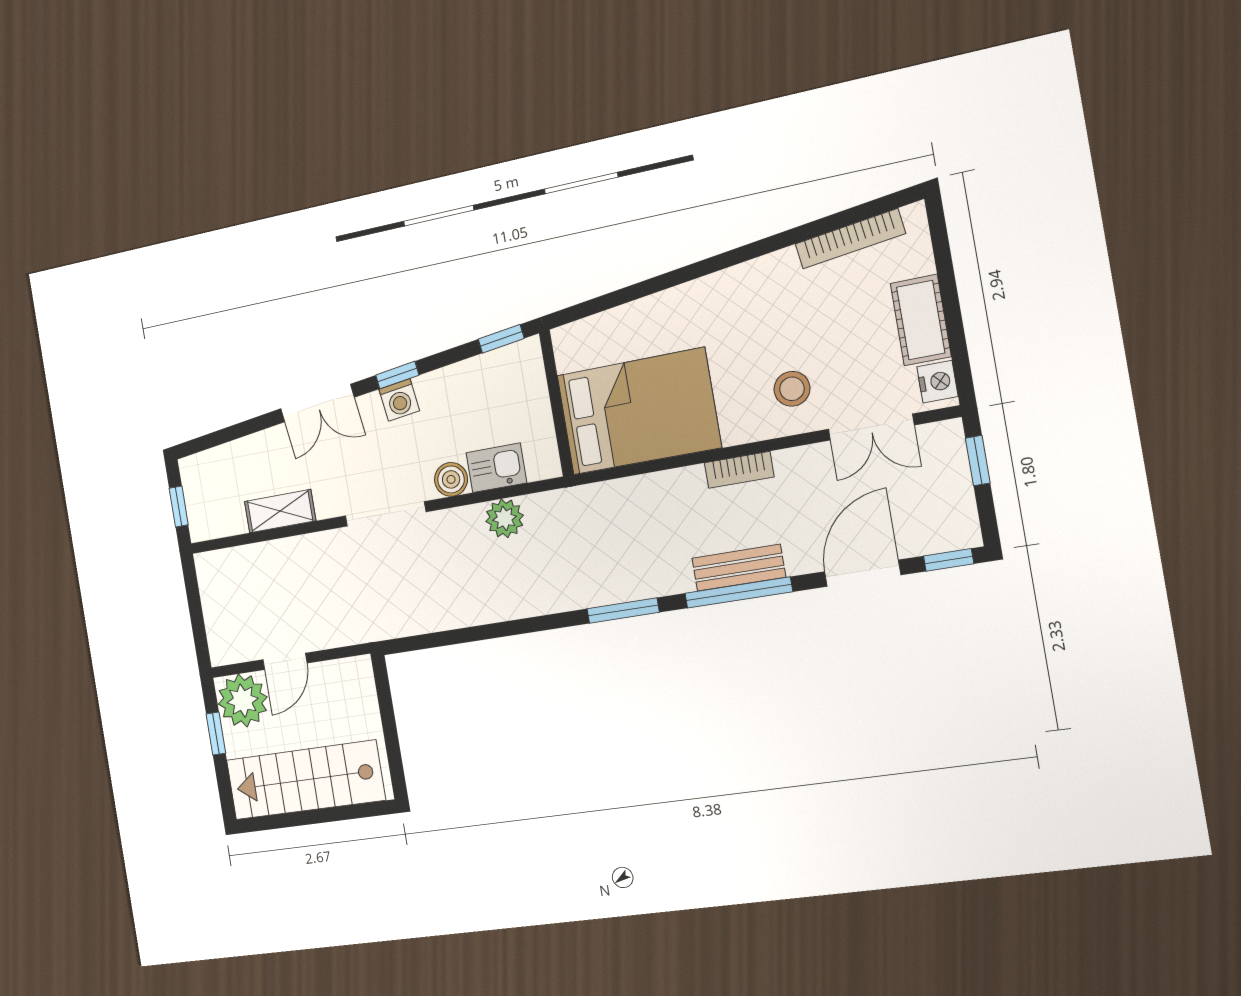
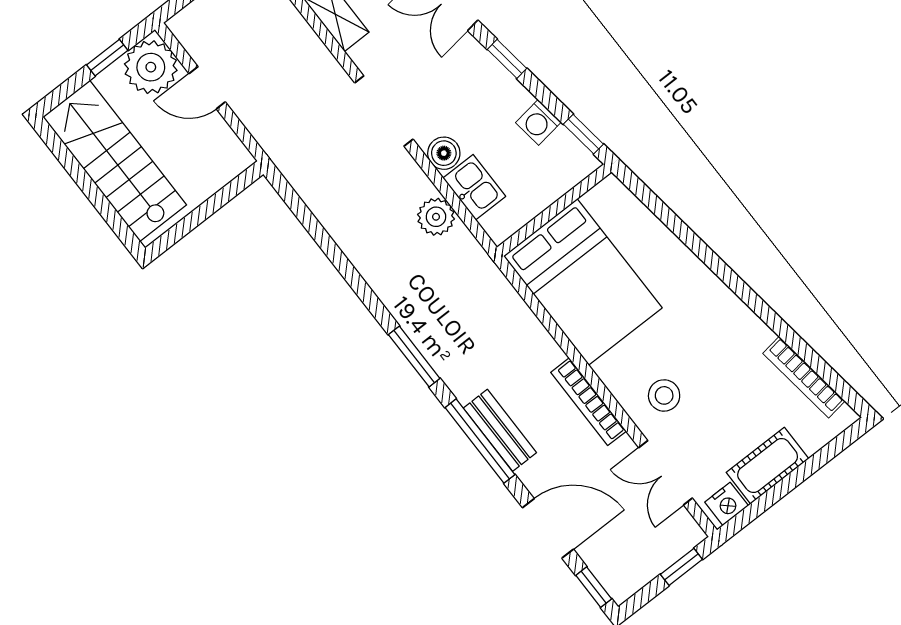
washing machine: (399, 400) -> (538, 122), moved
bookcase: (739, 470) -> (589, 402), width x1.56

